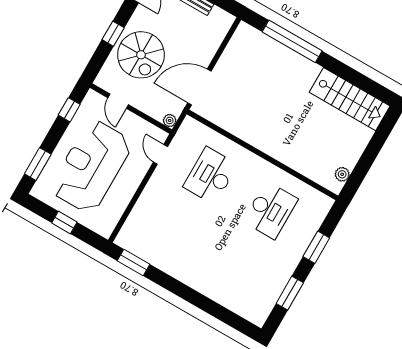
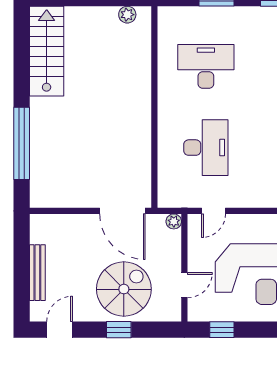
desk: (210, 176) -> (206, 148), turned -90

